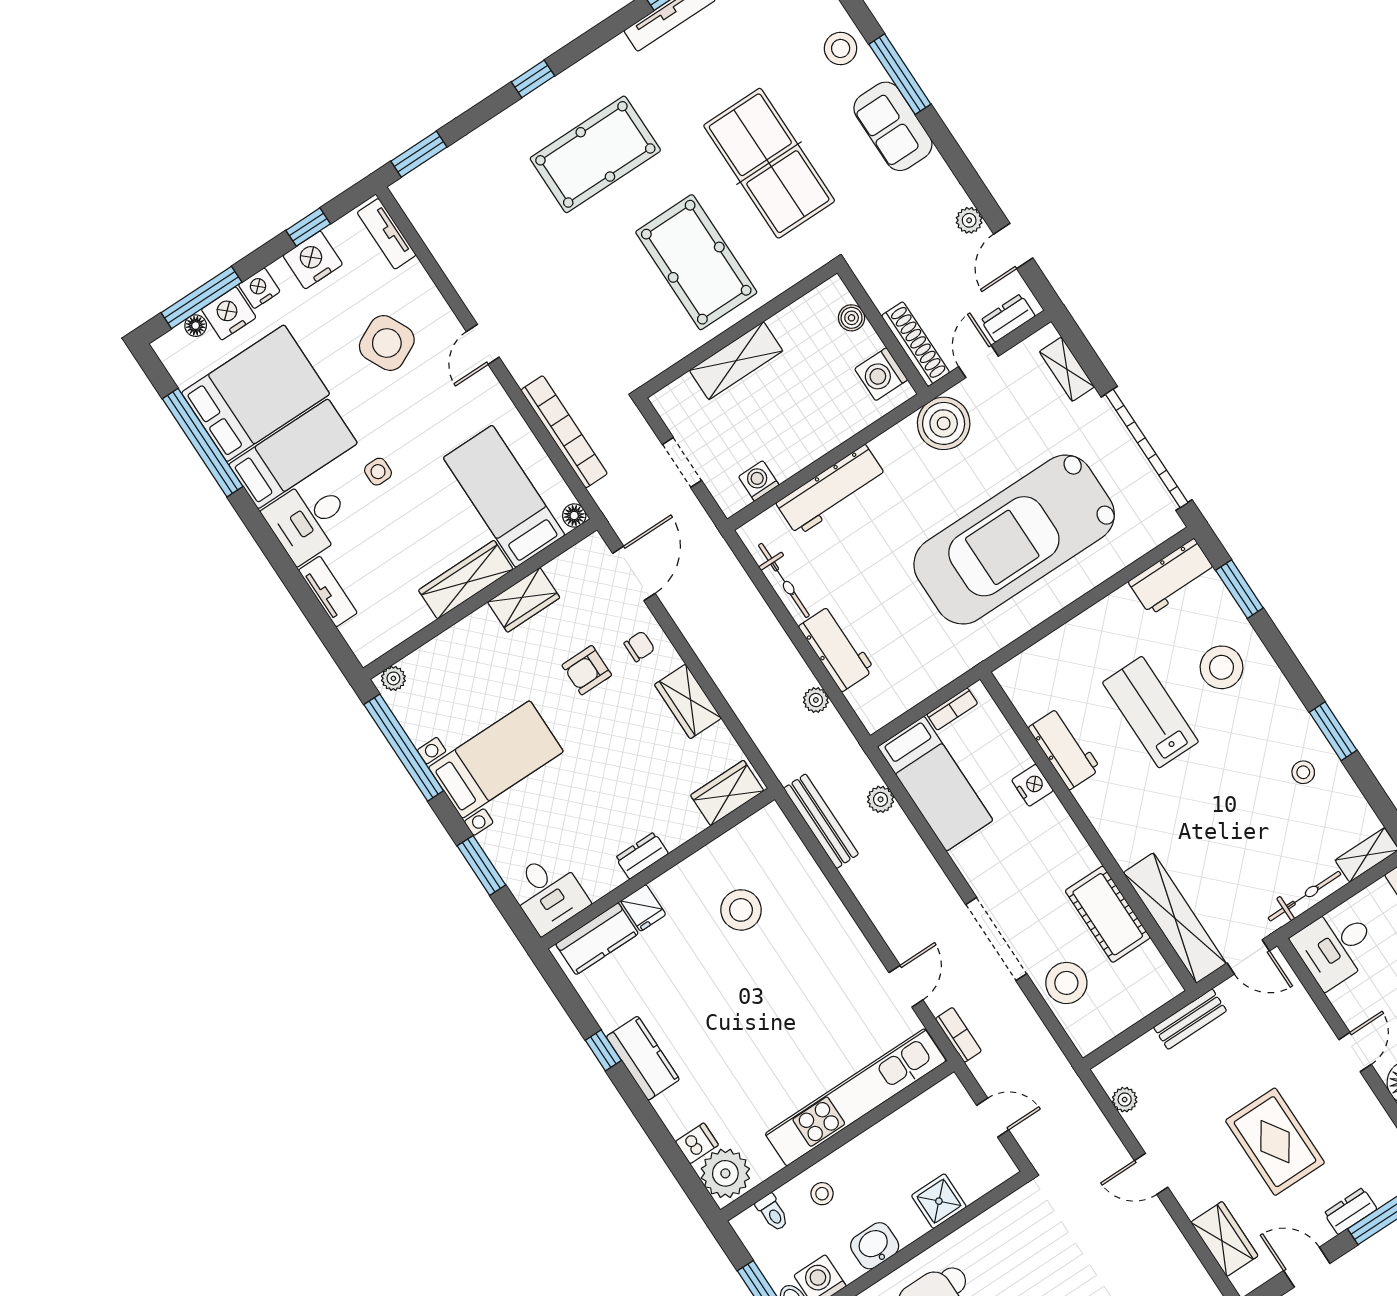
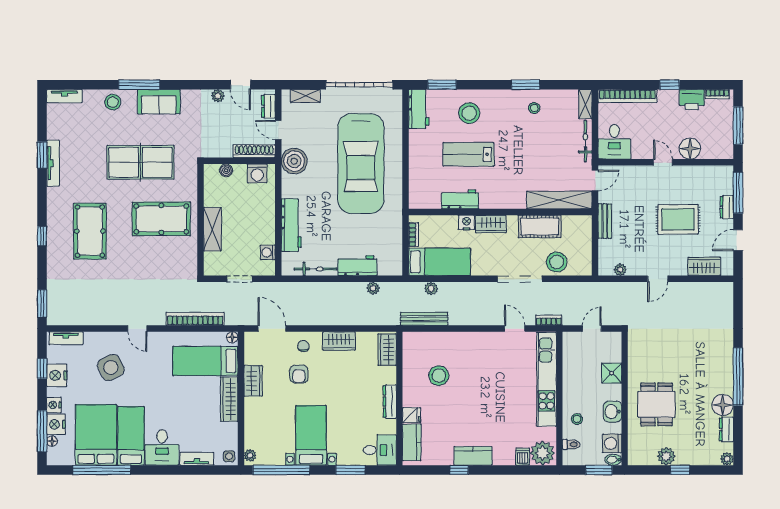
side table: (378, 472) -> (229, 456), moved
wardrobe: (1057, 828) -> (491, 224), added
dresser: (642, 856) -> (390, 401), width x1.44

